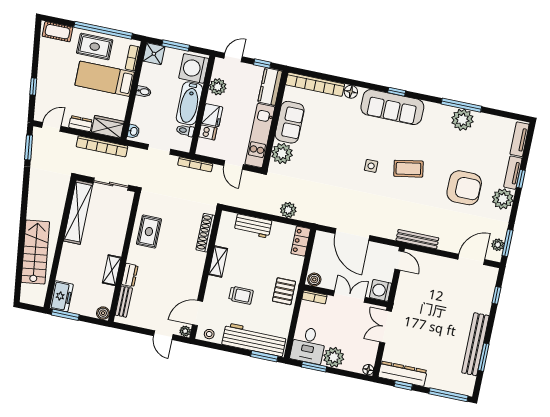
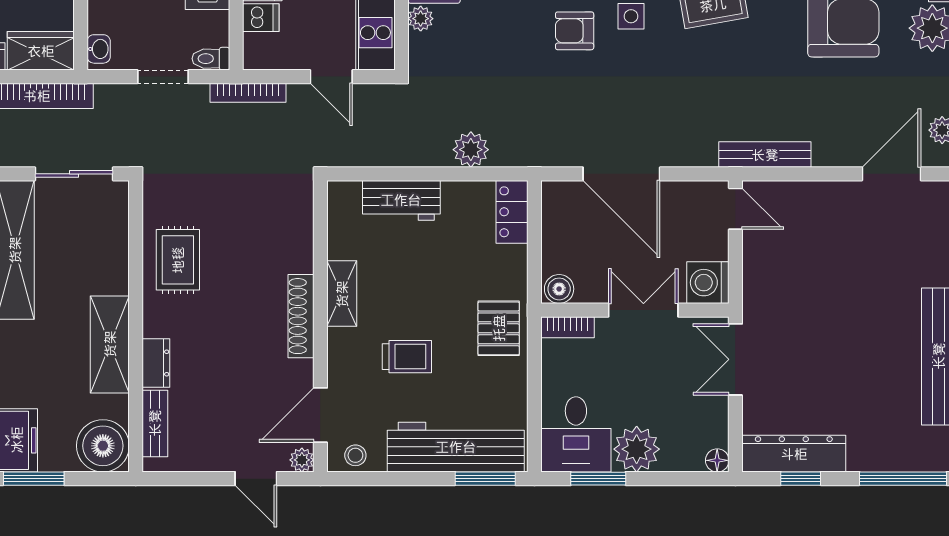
toilet: (185, 131) -> (211, 59), moved
plant: (282, 153) -> (421, 19), width x0.53, depth x0.53
armchair: (345, 167) -> (575, 31), added
shoe rack: (205, 233) -> (301, 316), moved
shelving: (112, 270) -> (110, 344), width x1.50, depth x1.33
boiler: (103, 313) -> (103, 446), width x1.86, depth x1.86

